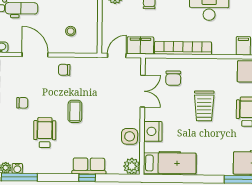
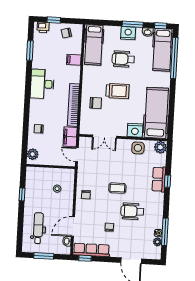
door: (35, 55) -> (73, 226), moved
chair: (173, 78) -> (96, 103), moved
double door: (143, 91) -> (104, 137), swing flipped
hospital bed: (170, 163) -> (156, 113), width x1.37, depth x1.29

